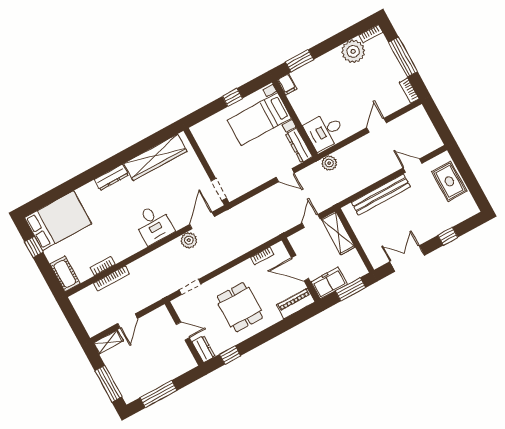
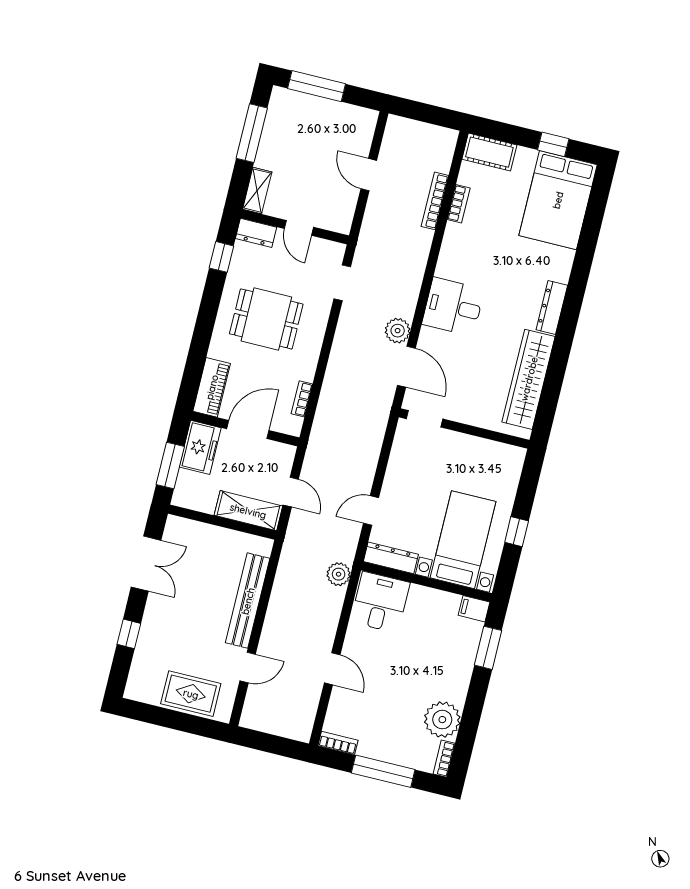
door: (183, 331) -> (299, 228), hinge flipped
shelving: (108, 342) -> (257, 191), moved

